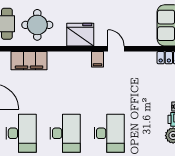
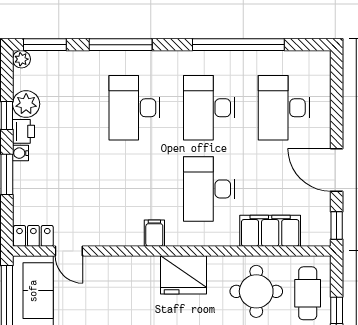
door: (116, 49) -> (69, 251), moved
desk: (65, 85) -> (209, 189), added

